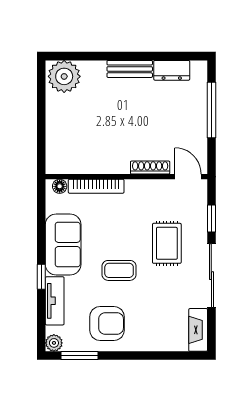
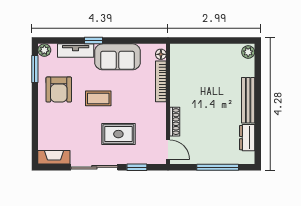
bench: (130, 69) -> (248, 100), width x1.36
plant: (64, 76) -> (248, 52), width x0.53, depth x0.53
door: (188, 177) -> (168, 150), hinge flipped
coffee table: (119, 270) -> (98, 98), turned 90

